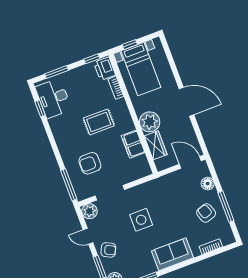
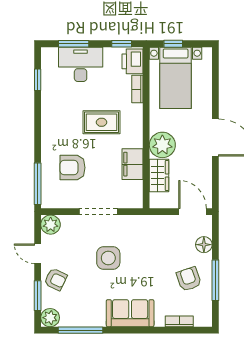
desk: (53, 98) -> (81, 64), moved, turned 90
doorway: (110, 193) -> (98, 212), moved

